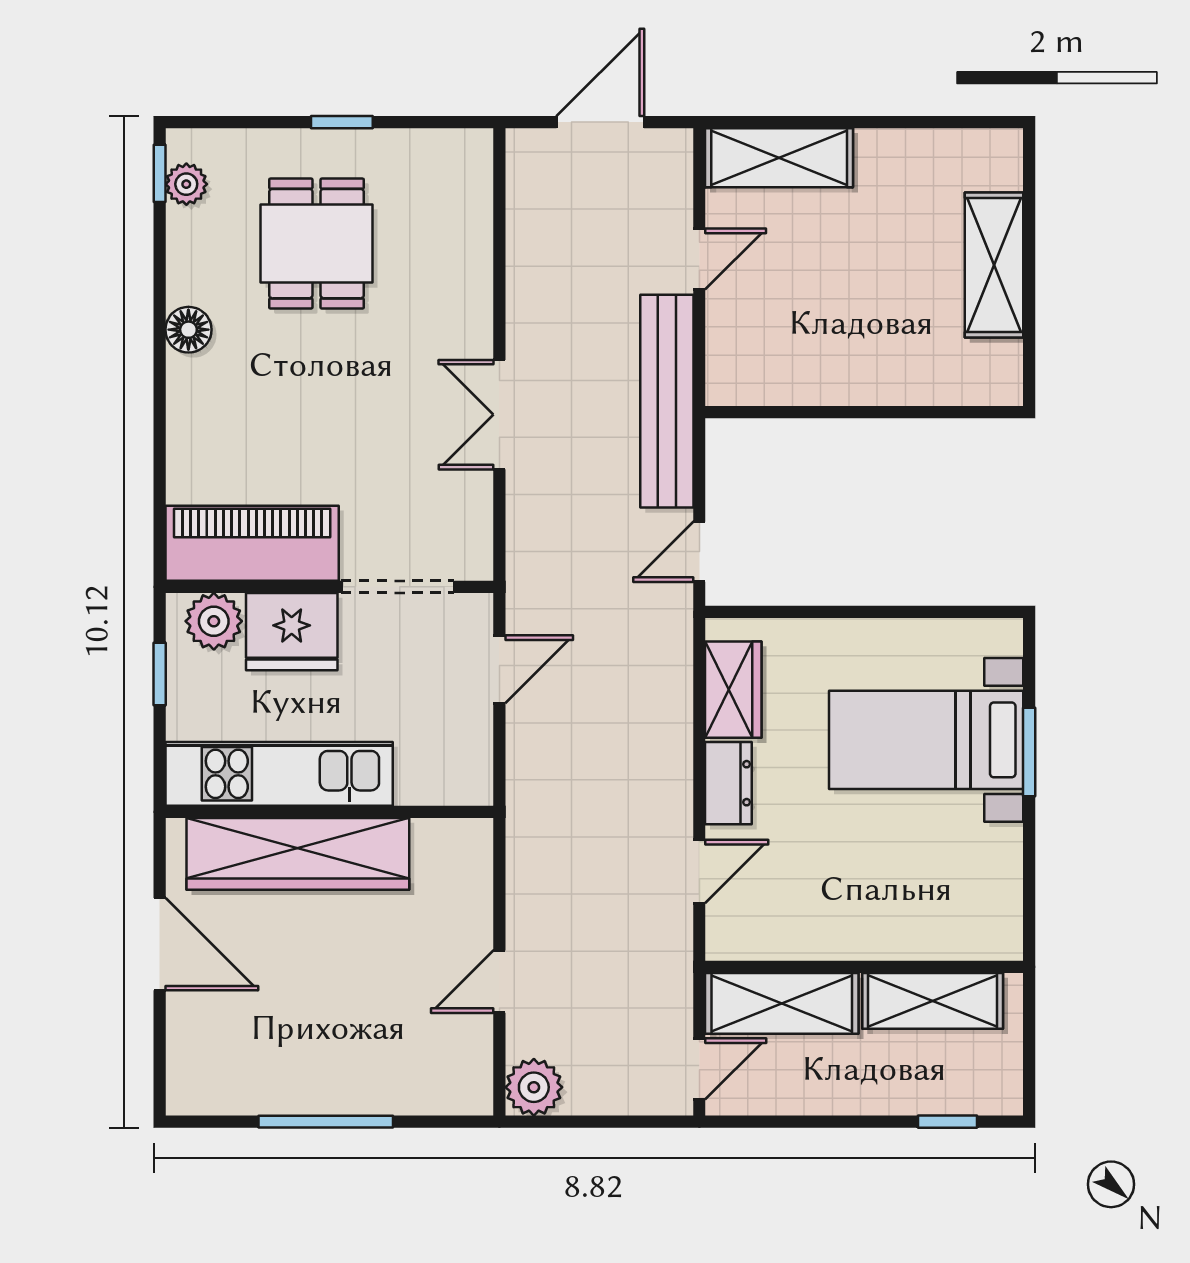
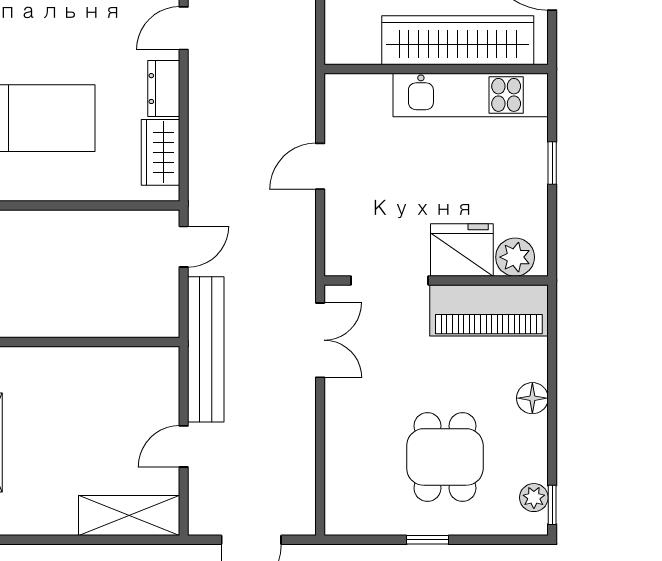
piano: (252, 543) -> (489, 310), moved
wall: (329, 587) -> (436, 281), moved
doorway: (398, 587) -> (390, 281), moved
plant: (214, 621) -> (515, 257), moved
fridge: (292, 632) -> (462, 250), moved

